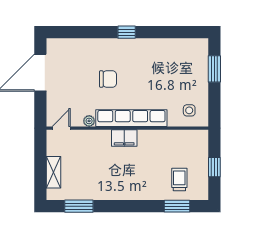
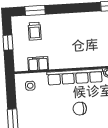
chair: (108, 79) -> (80, 109), moved
filing cabinet: (124, 138) -> (38, 64), moved

